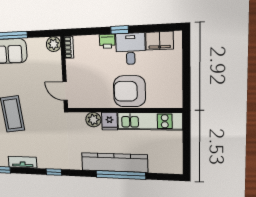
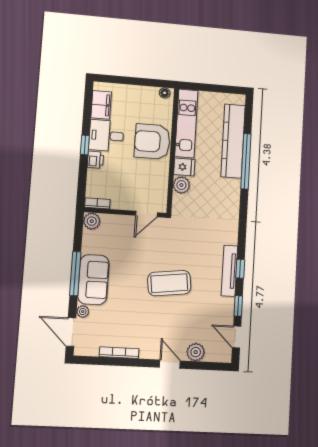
armchair: (129, 91) -> (152, 142), turned 90
floor lamp: (177, 99) -> (165, 93), added
tv unit: (23, 162) -> (229, 271), width x1.41
kitchen counter: (114, 163) -> (233, 141), moved
window: (54, 172) -> (240, 269), moved

